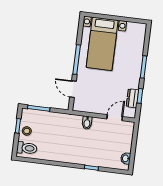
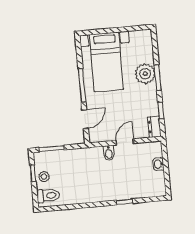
plant: (133, 61) -> (145, 74), added
door: (73, 89) -> (85, 119), swing flipped
dresser: (132, 98) -> (154, 127), moved
door: (115, 118) -> (125, 142), moved
washbasin: (126, 158) -> (158, 164), moved

